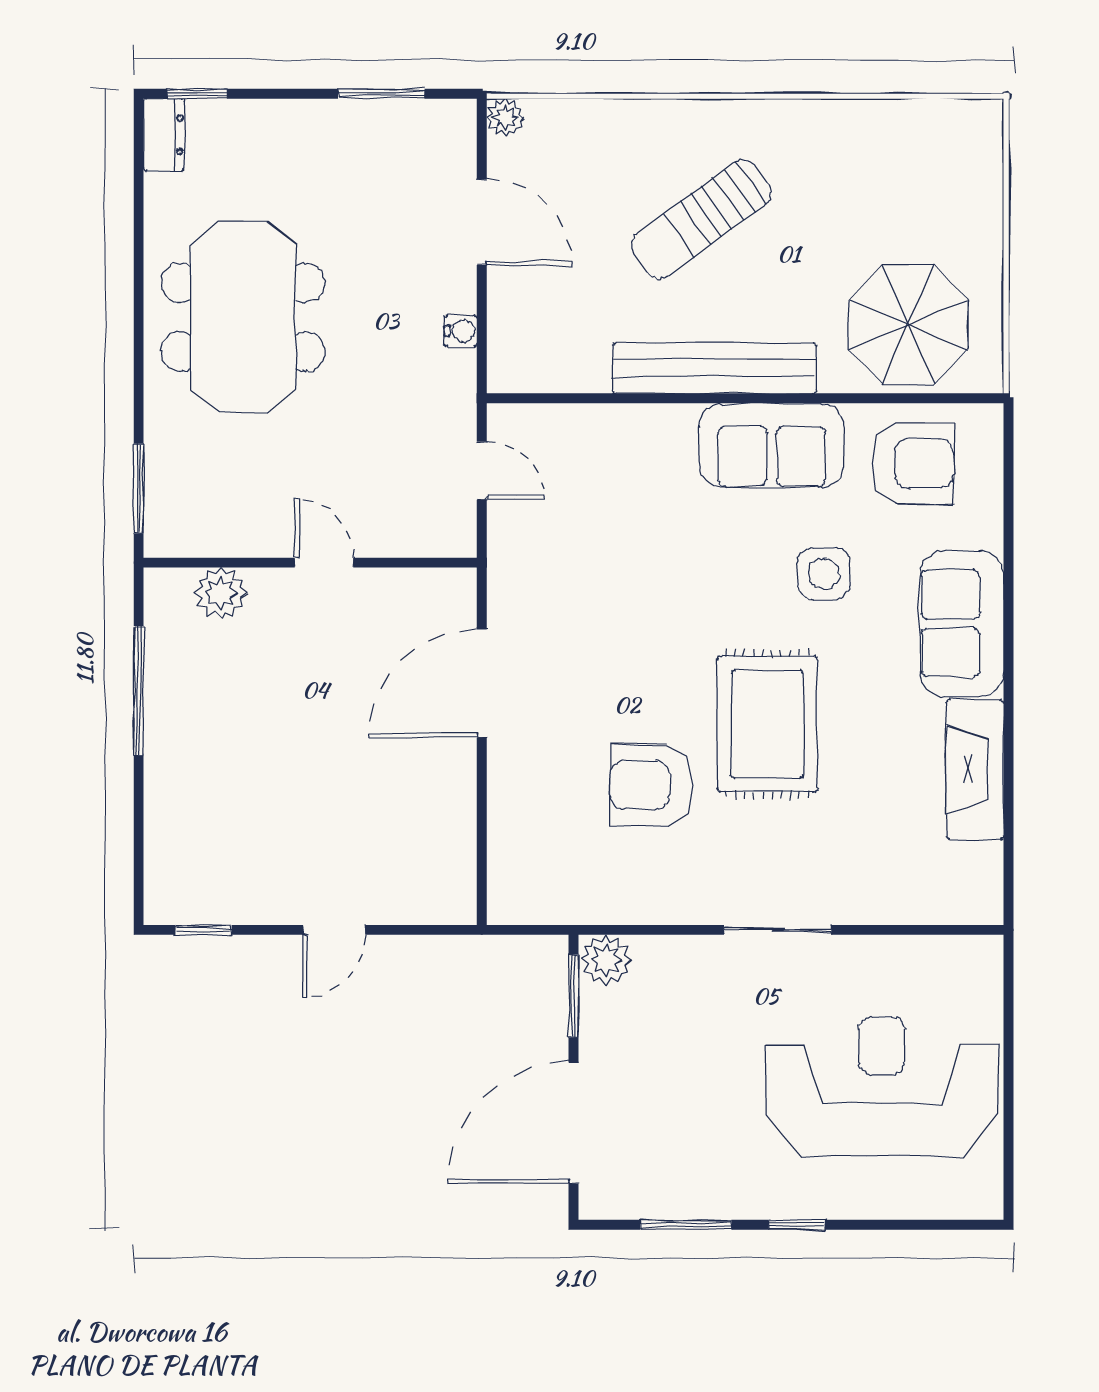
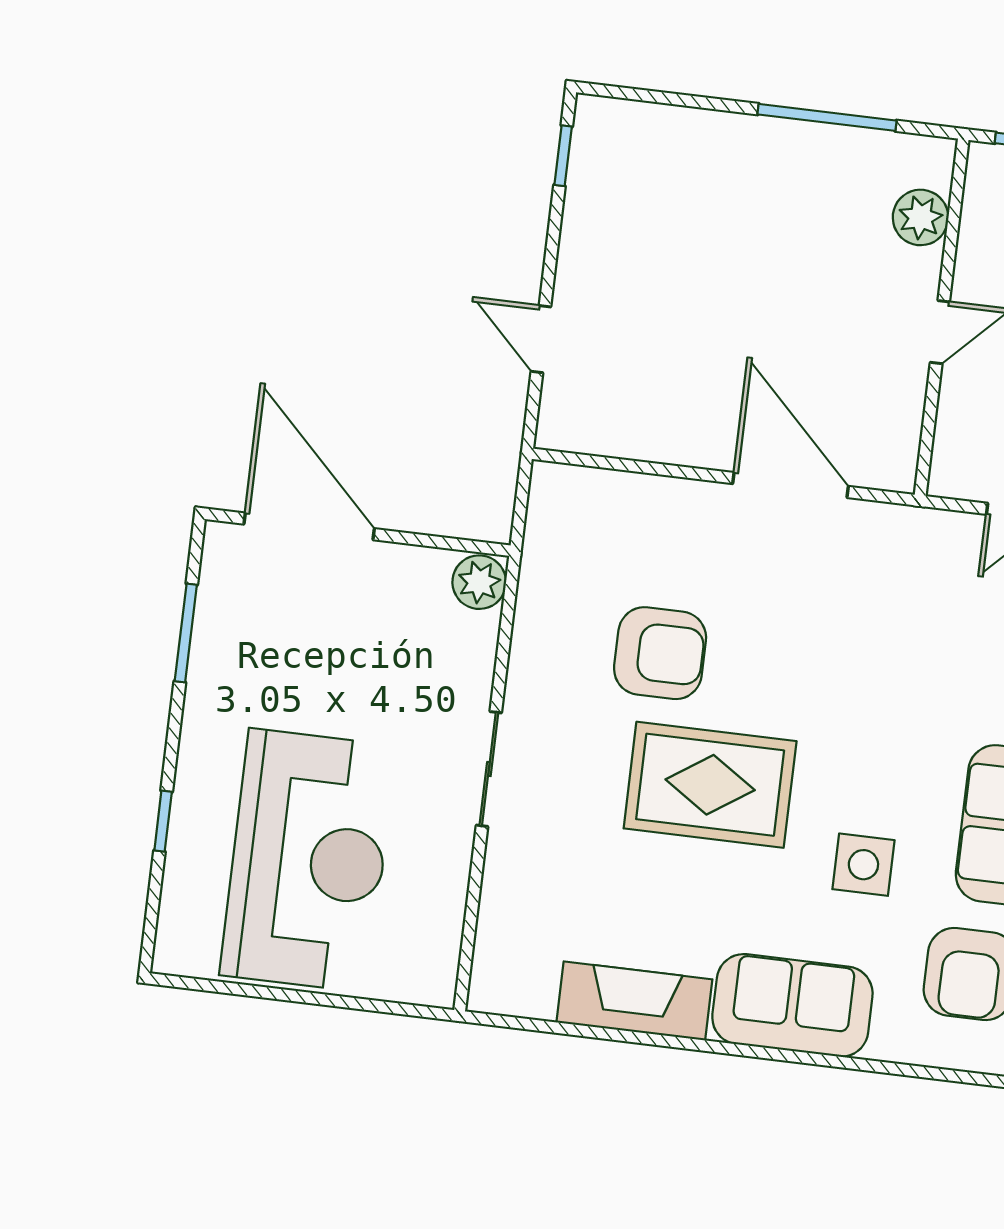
armchair: (651, 785) -> (660, 653), turned 90
door: (334, 930) -> (541, 339), moved
window: (574, 996) -> (445, 543), removed
window: (797, 1225) -> (163, 821), moved

